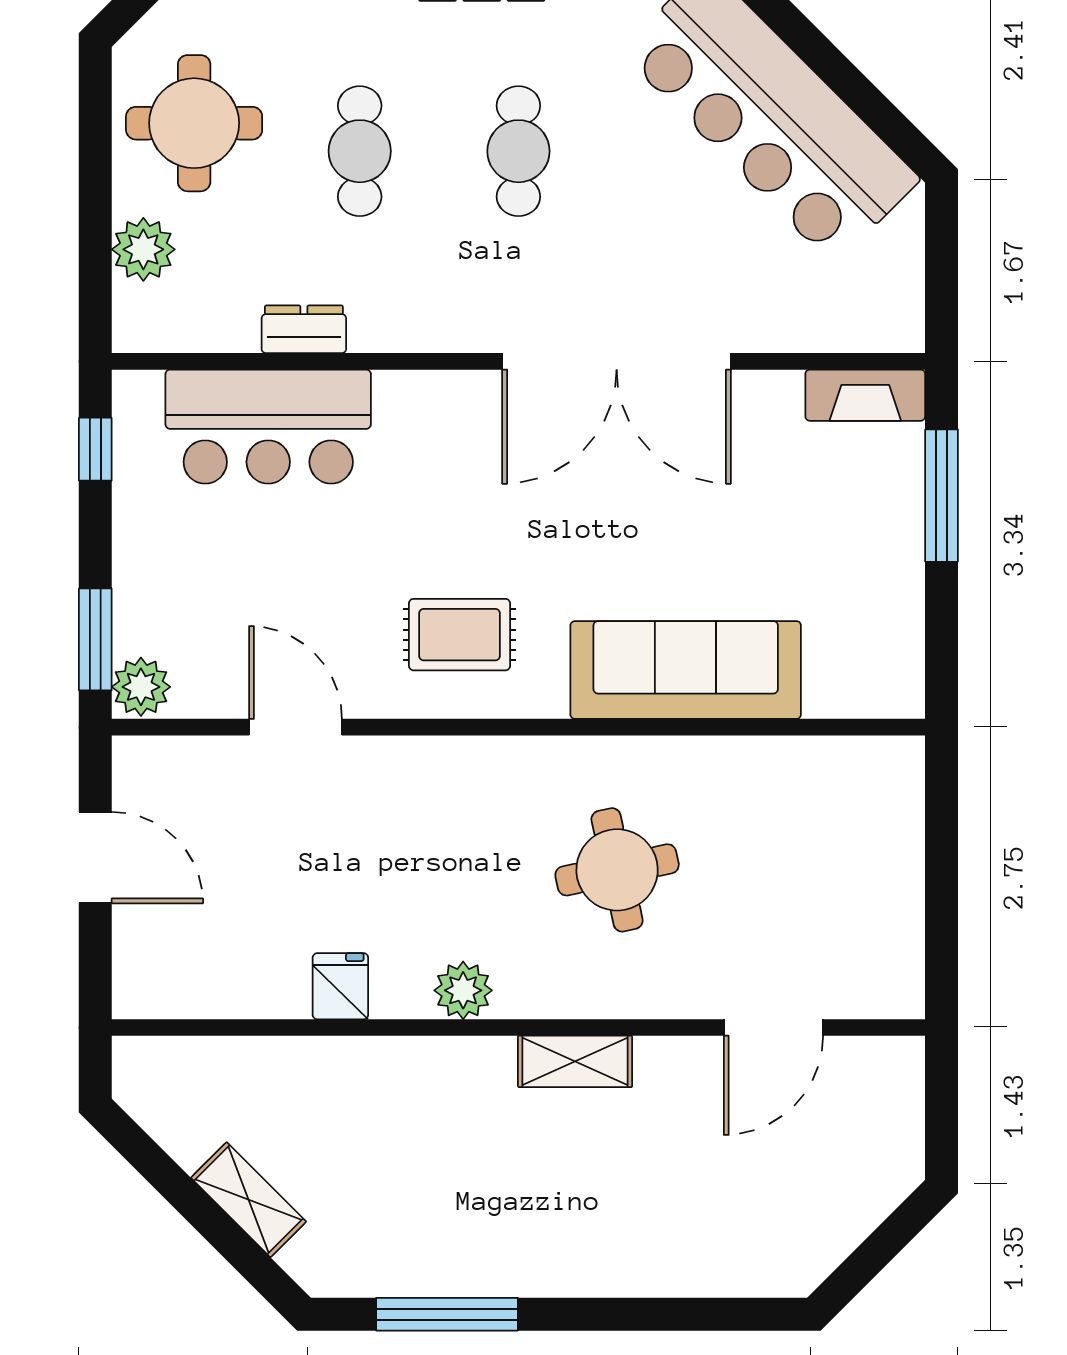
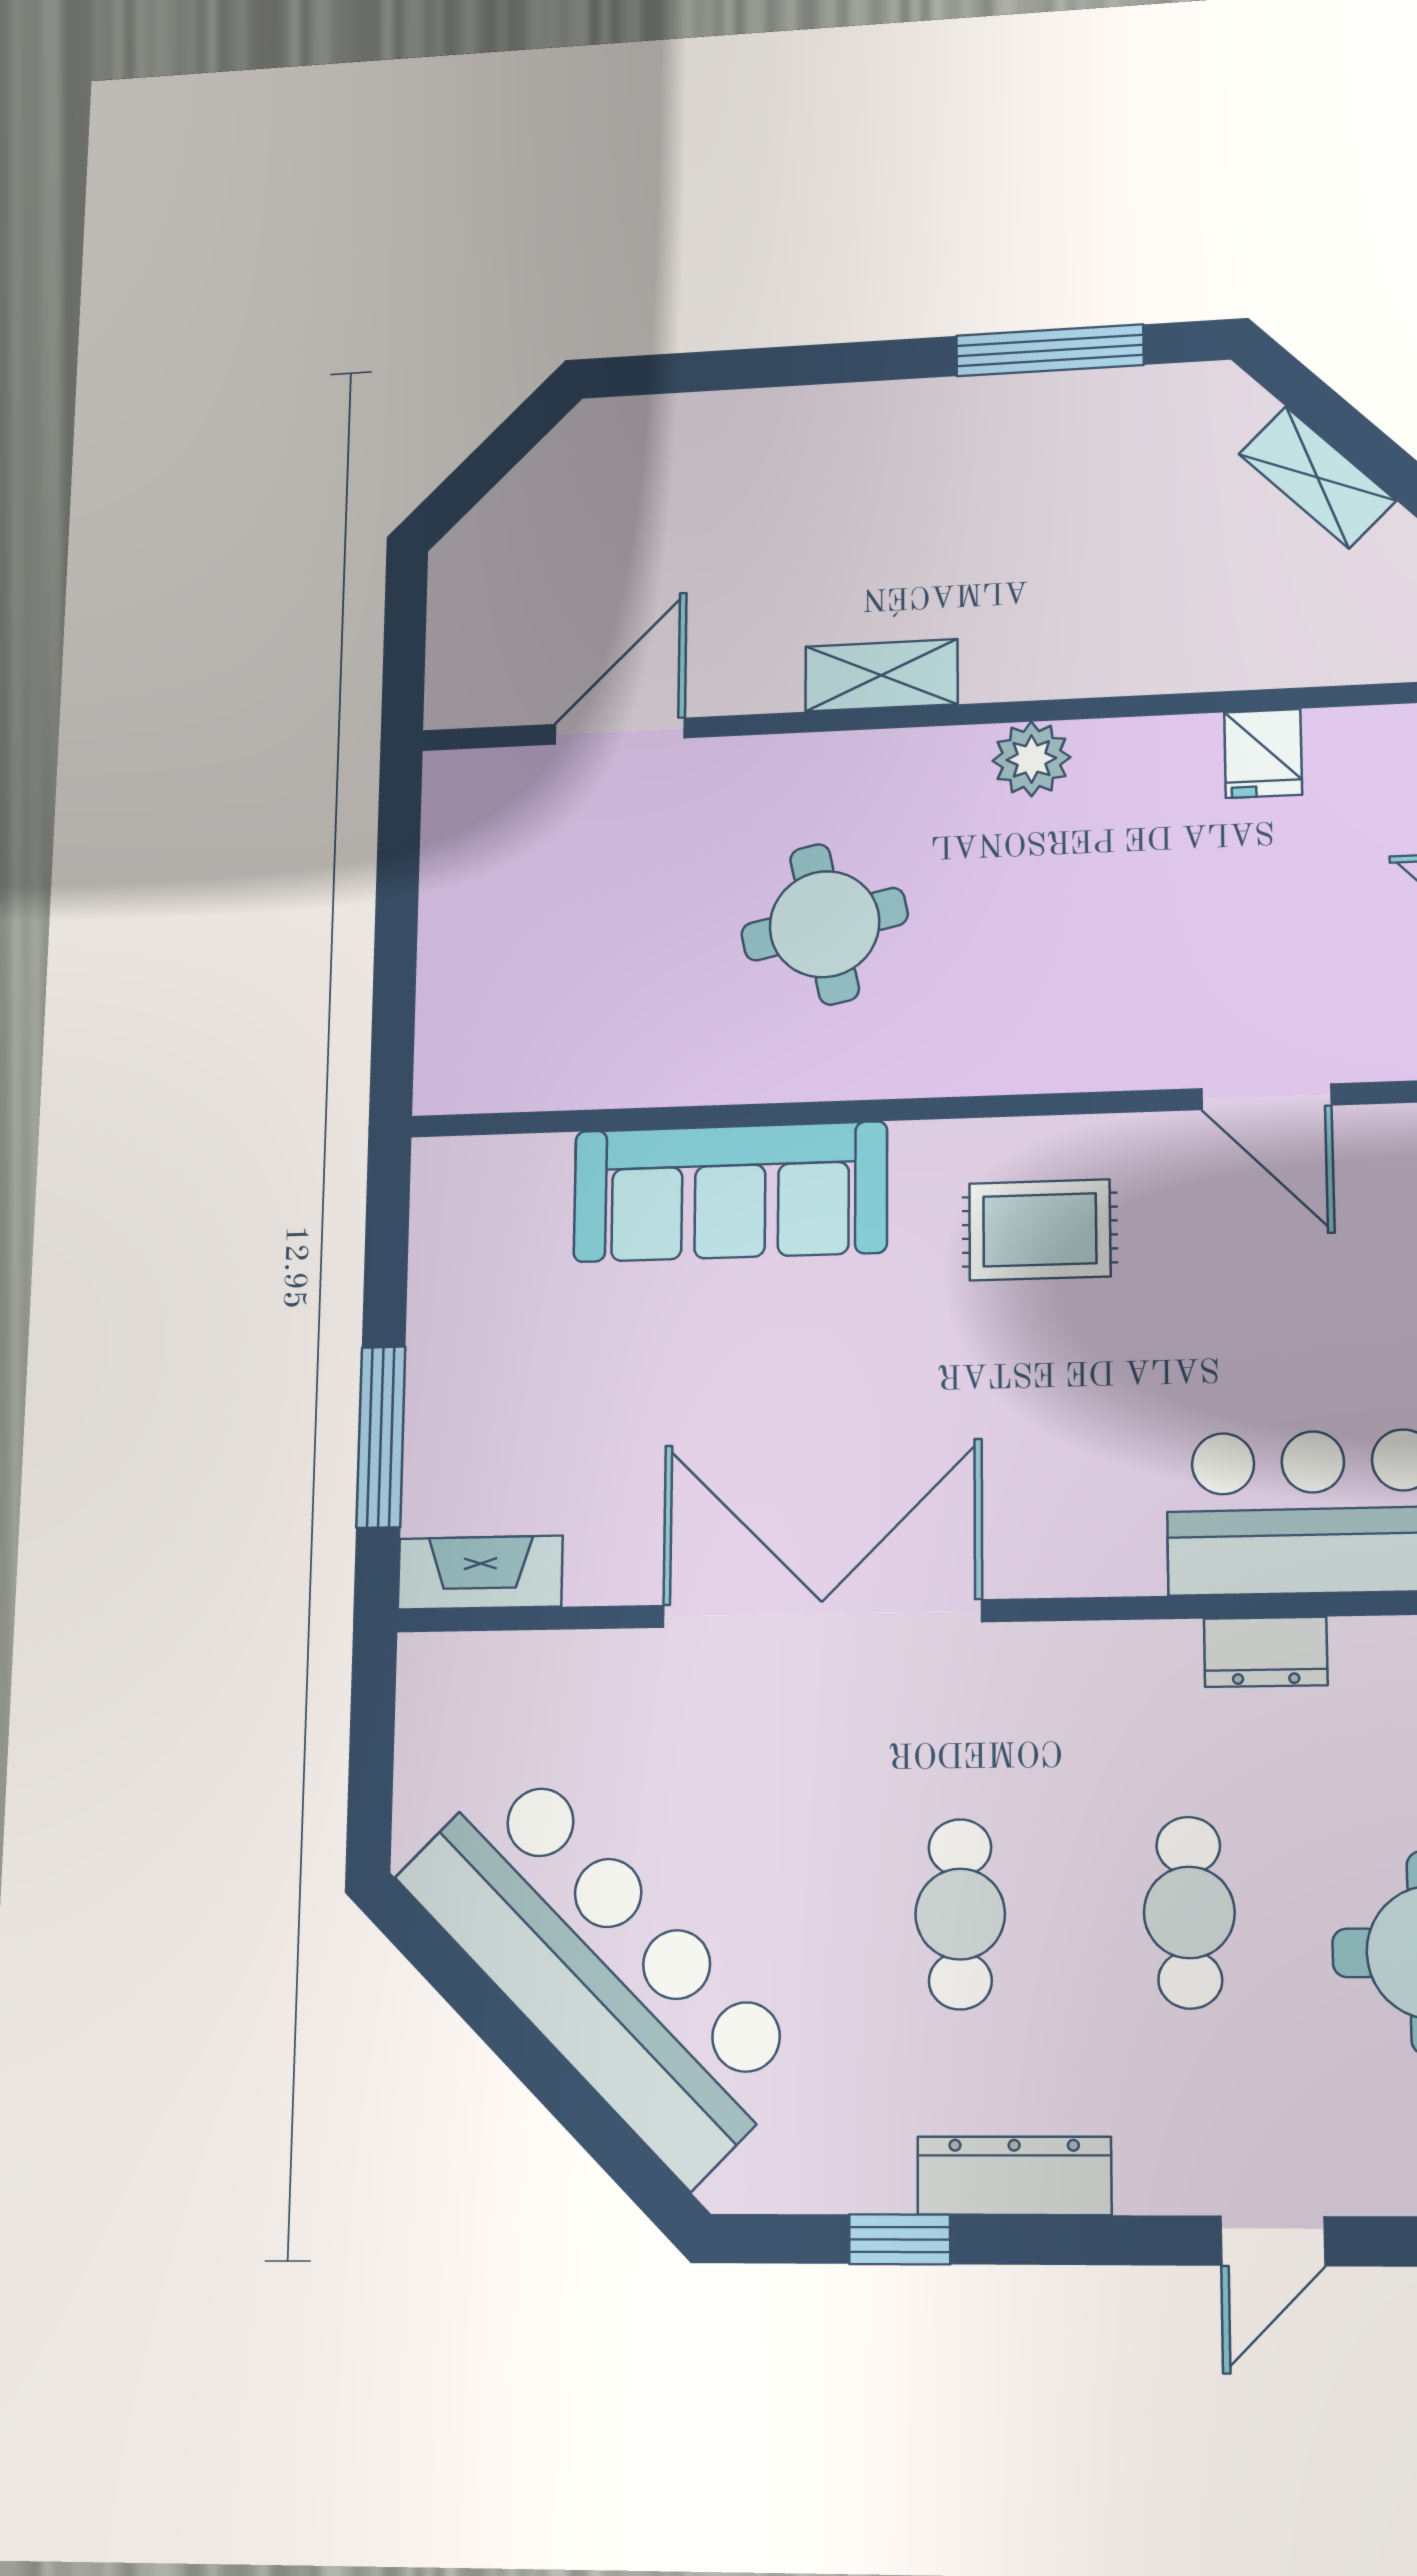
fridge: (340, 986) -> (1263, 753), moved

